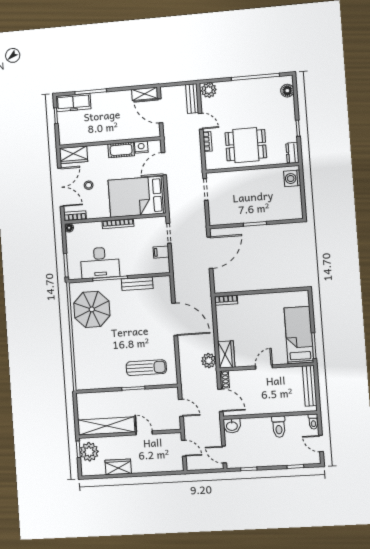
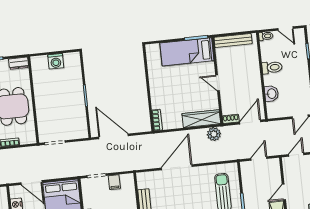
washing machine: (292, 178) -> (56, 61), moved
wardrobe: (226, 354) -> (201, 119), width x1.50
washbasin: (232, 426) -> (271, 94), moved
door: (321, 444) -> (286, 28), hinge flipped

